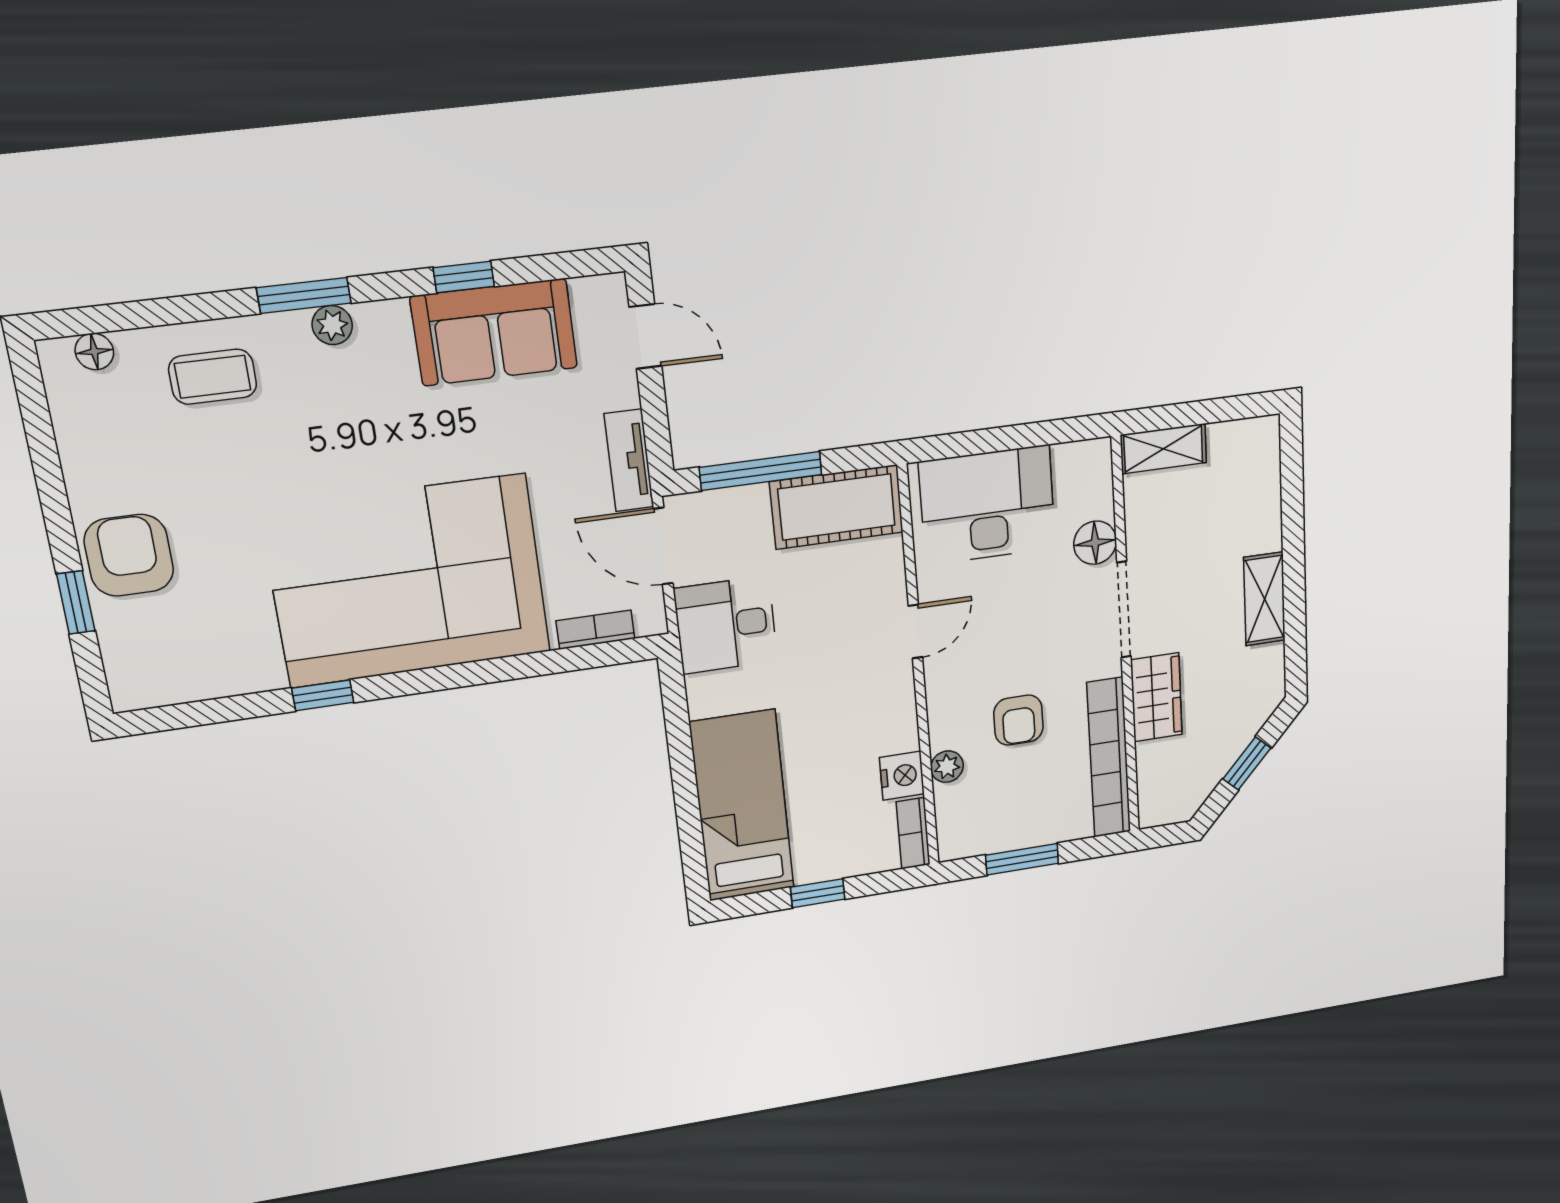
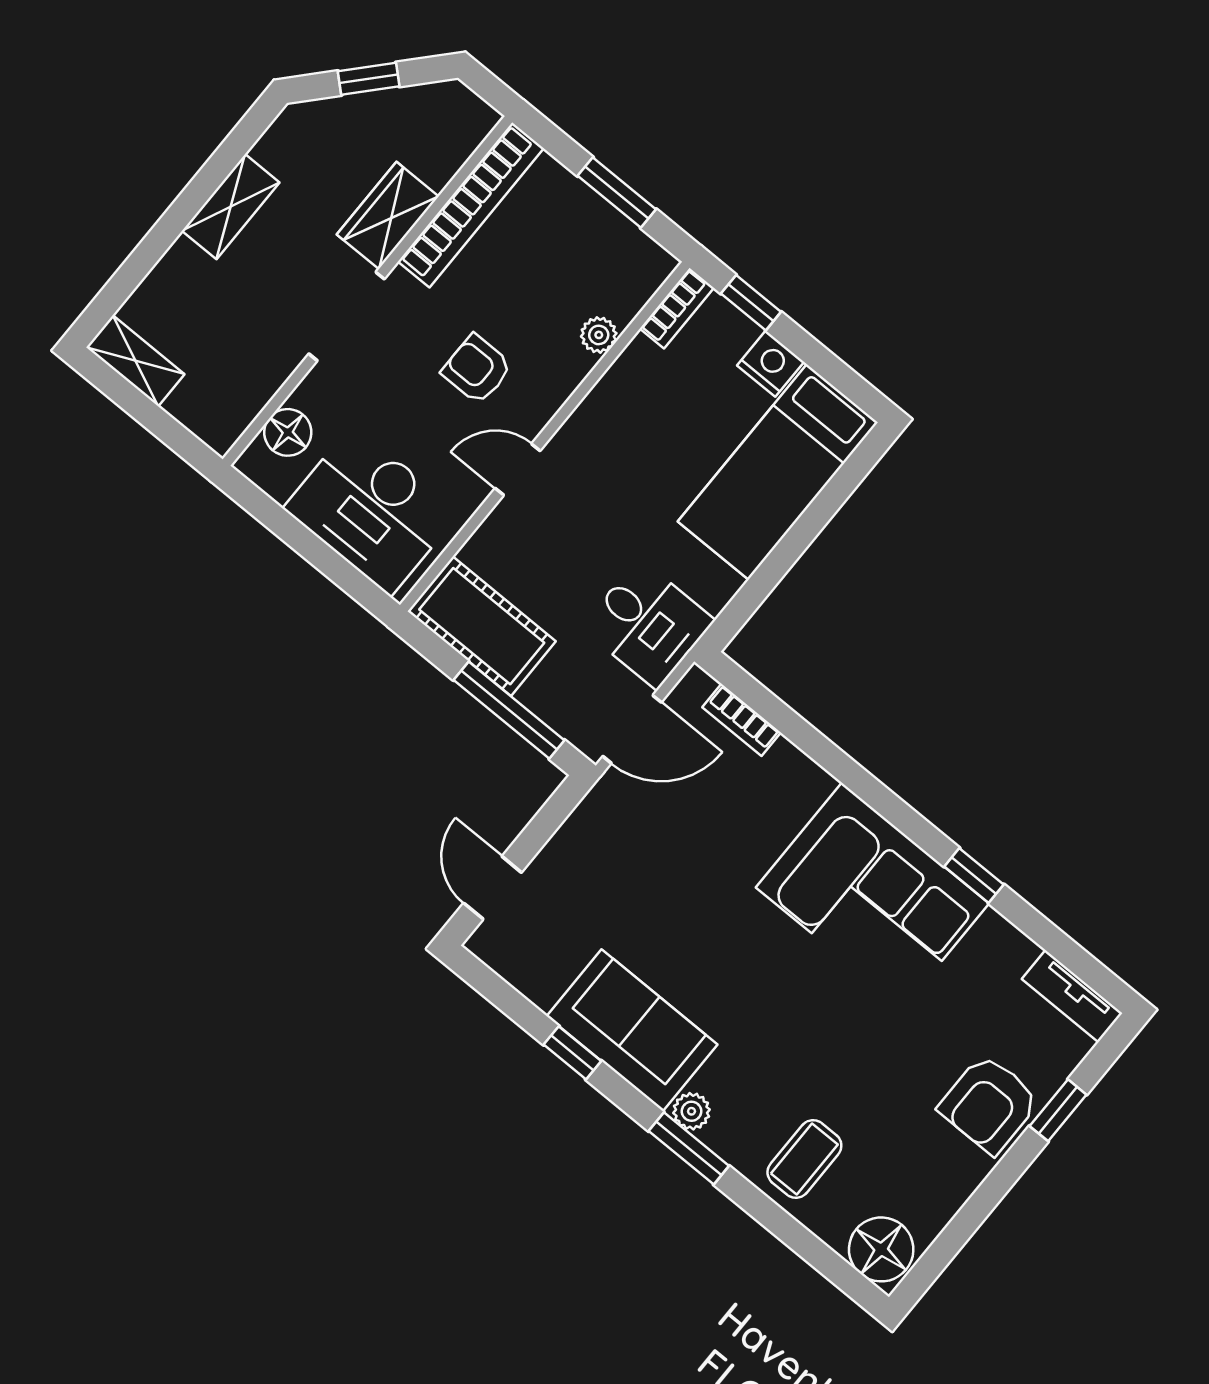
sofa: (494, 332) -> (632, 1030), moved
floor lamp: (94, 352) -> (881, 1249), width x1.89, depth x1.89
coffee table: (213, 377) -> (804, 1159), turned 90
shelving: (1163, 449) -> (135, 361), moved
tv unit: (629, 460) -> (1072, 996), moved, turned 90
floor lamp: (1095, 543) -> (288, 432), moved
door: (663, 546) -> (632, 729), hinge flipped
corner sofa: (407, 581) -> (872, 896), width x0.73, depth x0.74
armchair: (1018, 720) -> (477, 369), moved, turned -90
nightstand: (902, 776) -> (771, 364), moved, turned 90
window: (818, 893) -> (751, 303), moved

